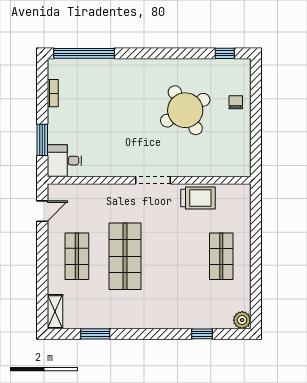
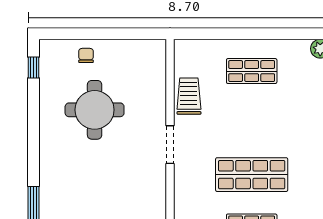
chair: (236, 102) -> (86, 55), turned 90
round table: (185, 110) -> (95, 110), turned 30

